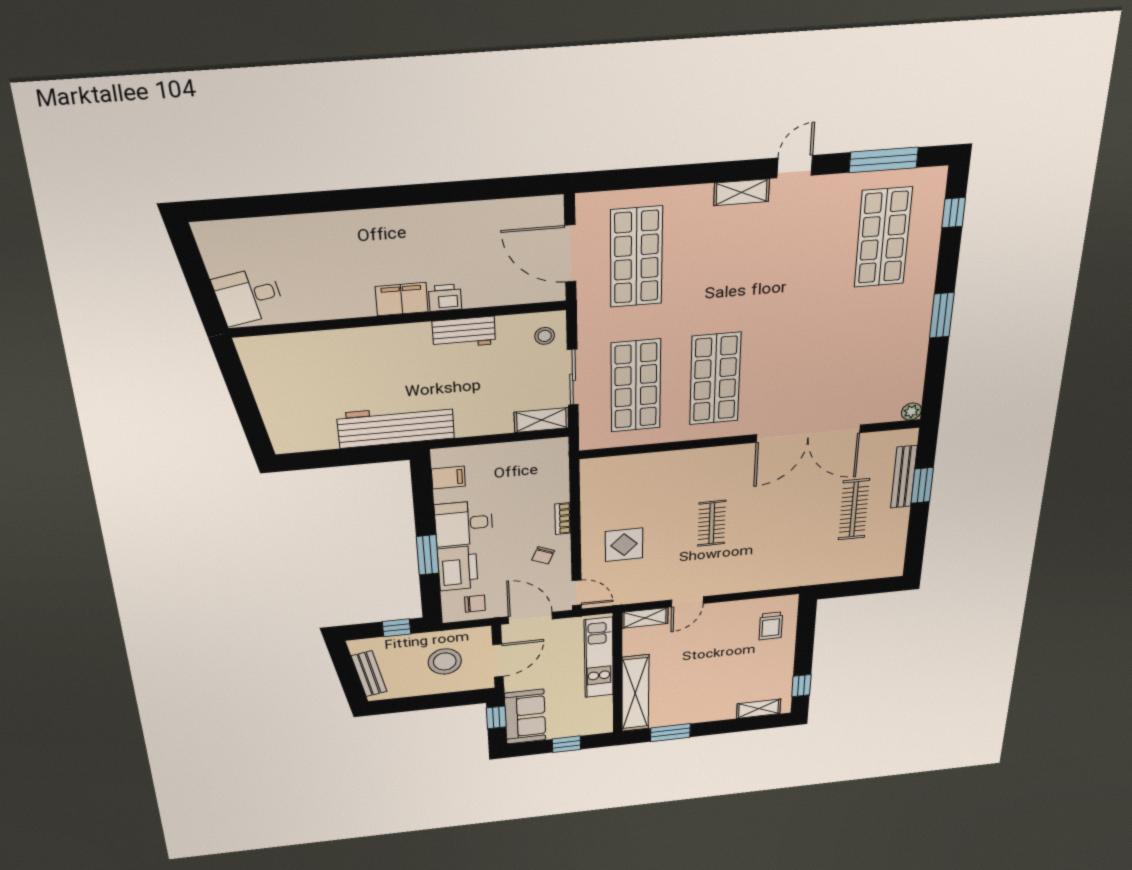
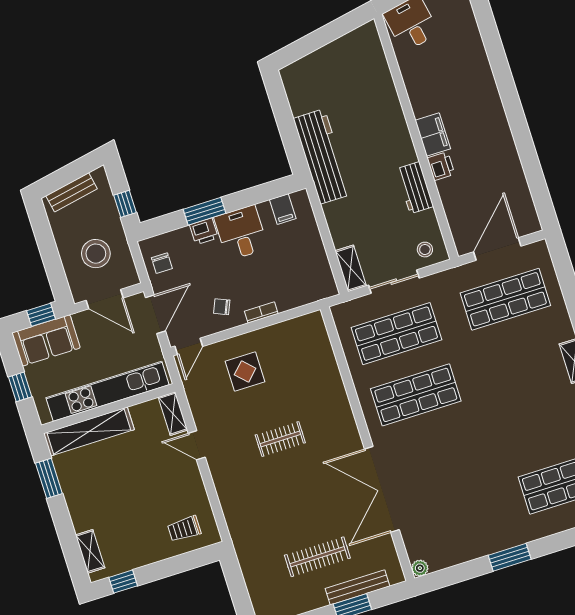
printer: (458, 568) -> (204, 231), width x0.53, depth x0.68
kitchen unit: (599, 658) -> (108, 391), width x1.36

